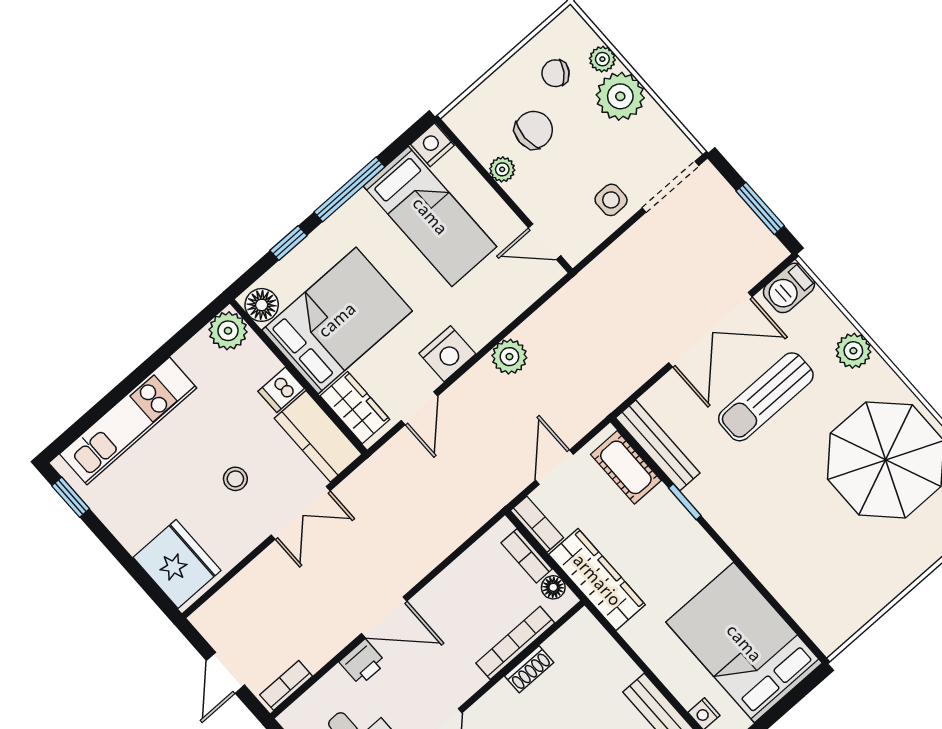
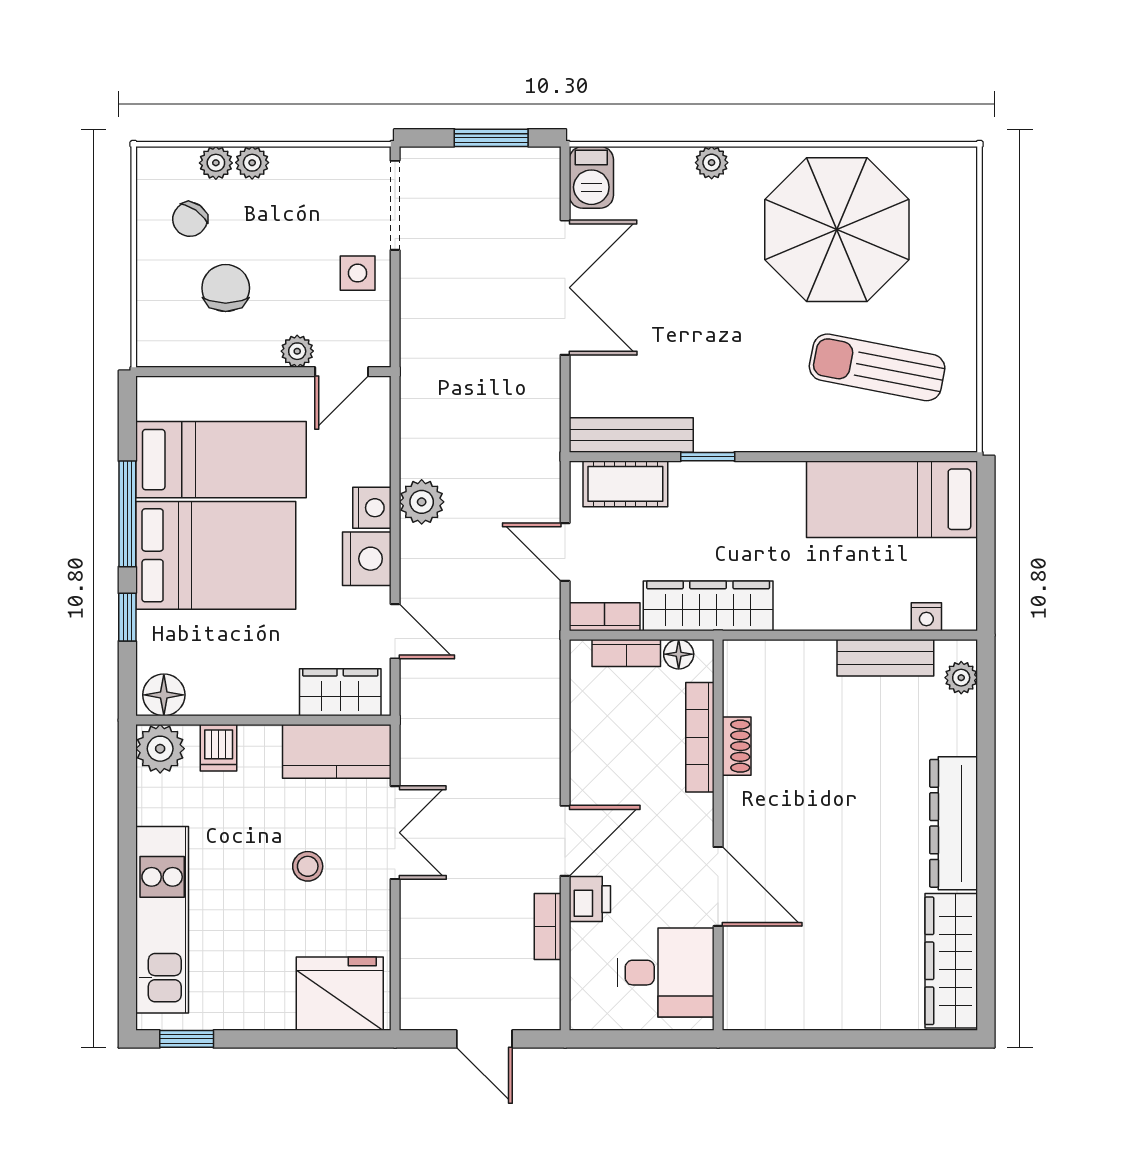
plant: (620, 96) -> (252, 163), width x0.53, depth x0.53
nightstand: (432, 145) -> (372, 508), moved, turned 180
plant: (502, 169) -> (297, 351), moved
bed: (337, 320) -> (216, 555), moved, turned 90
plant: (853, 351) -> (712, 163), width x0.73, depth x0.73
dishwasher: (281, 390) -> (219, 748), moved
sun lounger: (766, 397) -> (877, 367), moved, turned 101
bed: (744, 643) -> (892, 499), width x0.67
bookcase: (286, 685) -> (548, 926), moved

